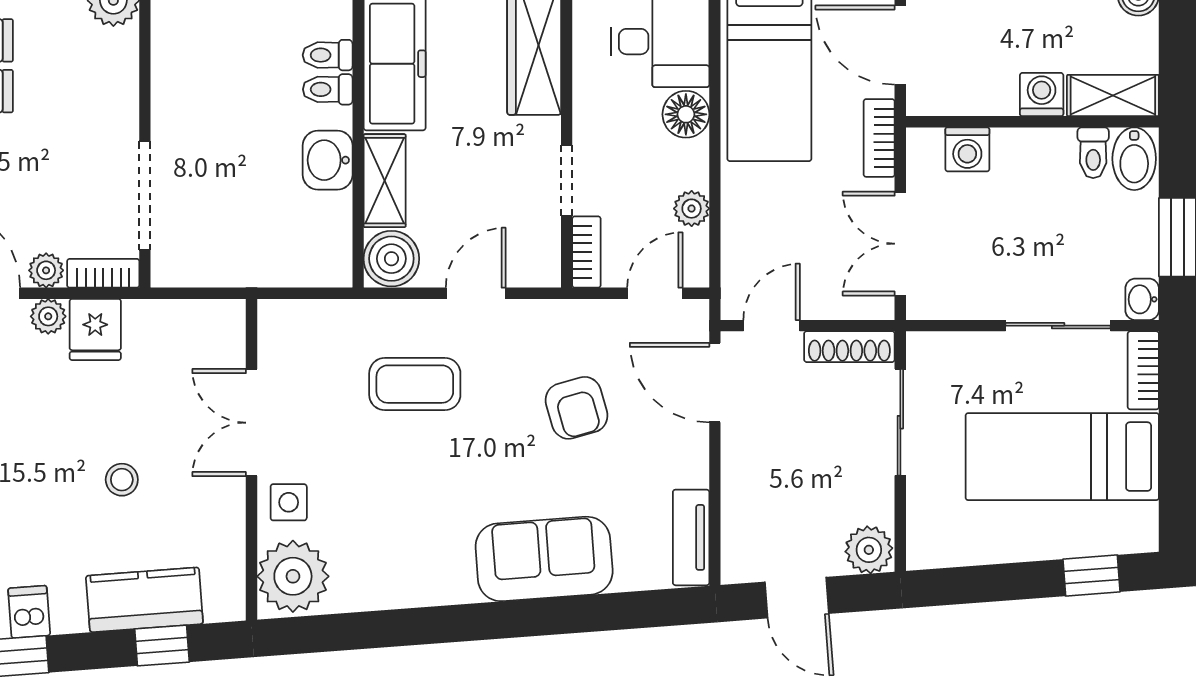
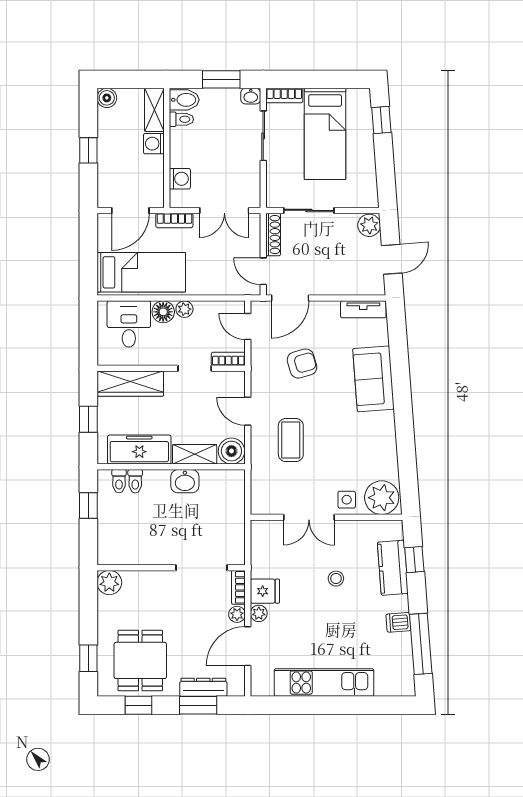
toilet: (328, 89) -> (119, 481), moved
plant: (692, 209) -> (184, 309), moved

